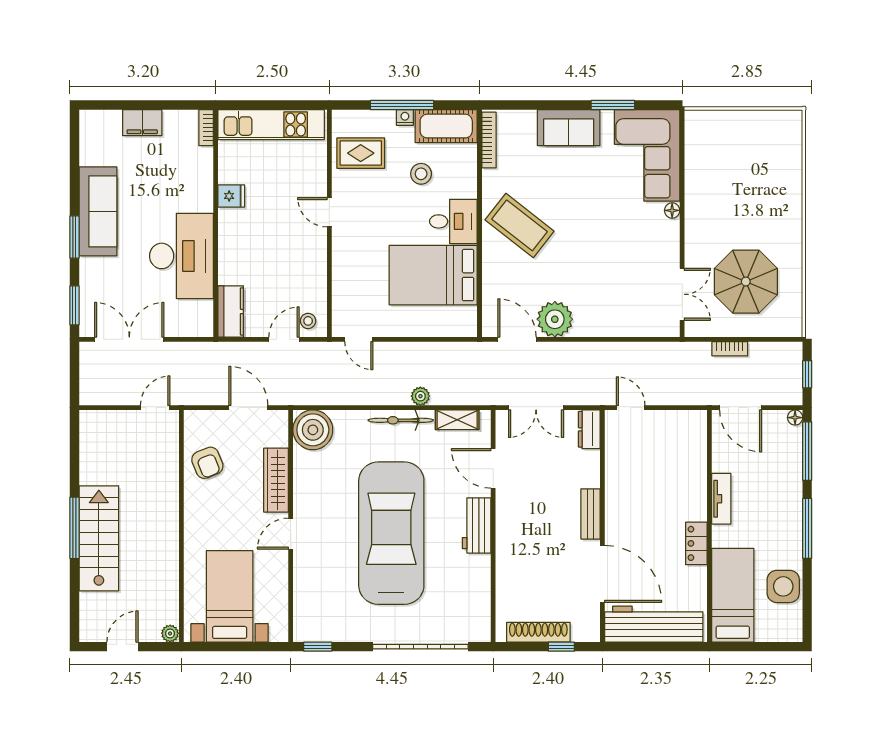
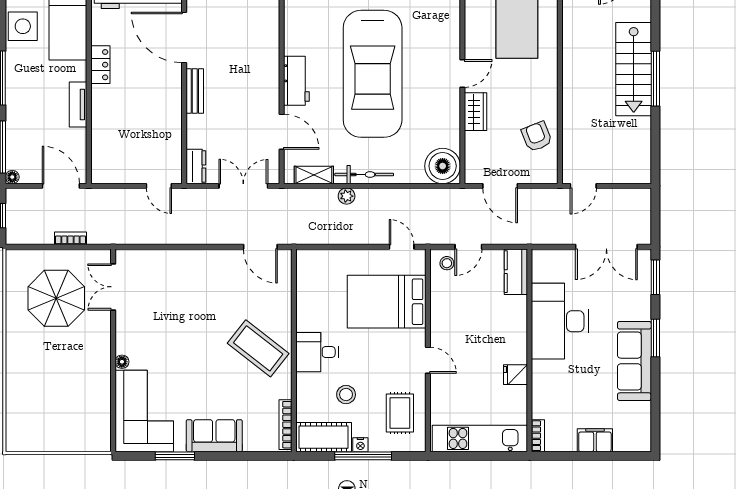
rug: (361, 153) -> (400, 413), turned 90
bed: (433, 275) -> (387, 302), moved, turned 180
plant: (555, 319) -> (227, 265), removed
wardrobe: (276, 480) -> (475, 112), width x0.67

